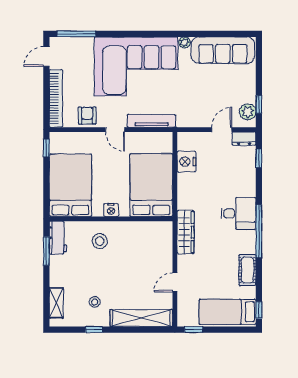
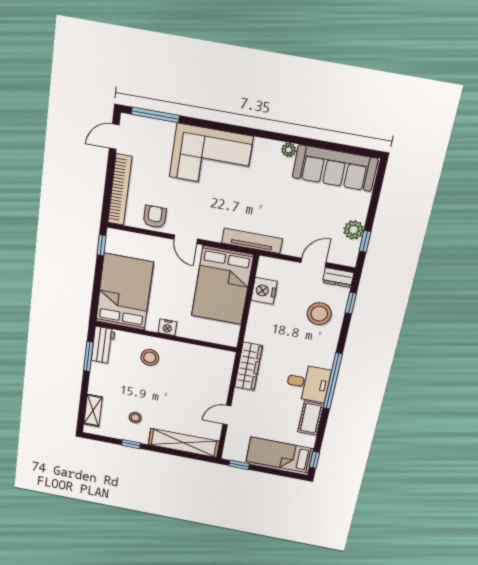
corner sofa: (136, 66) -> (211, 157), width x0.73, depth x0.74
plant: (248, 112) -> (354, 230), moved
tv unit: (152, 121) -> (252, 241), moved
stool: (235, 173) -> (319, 314), added
bed: (151, 185) -> (222, 285), moved, turned 180
desk: (239, 213) -> (308, 383), moved

